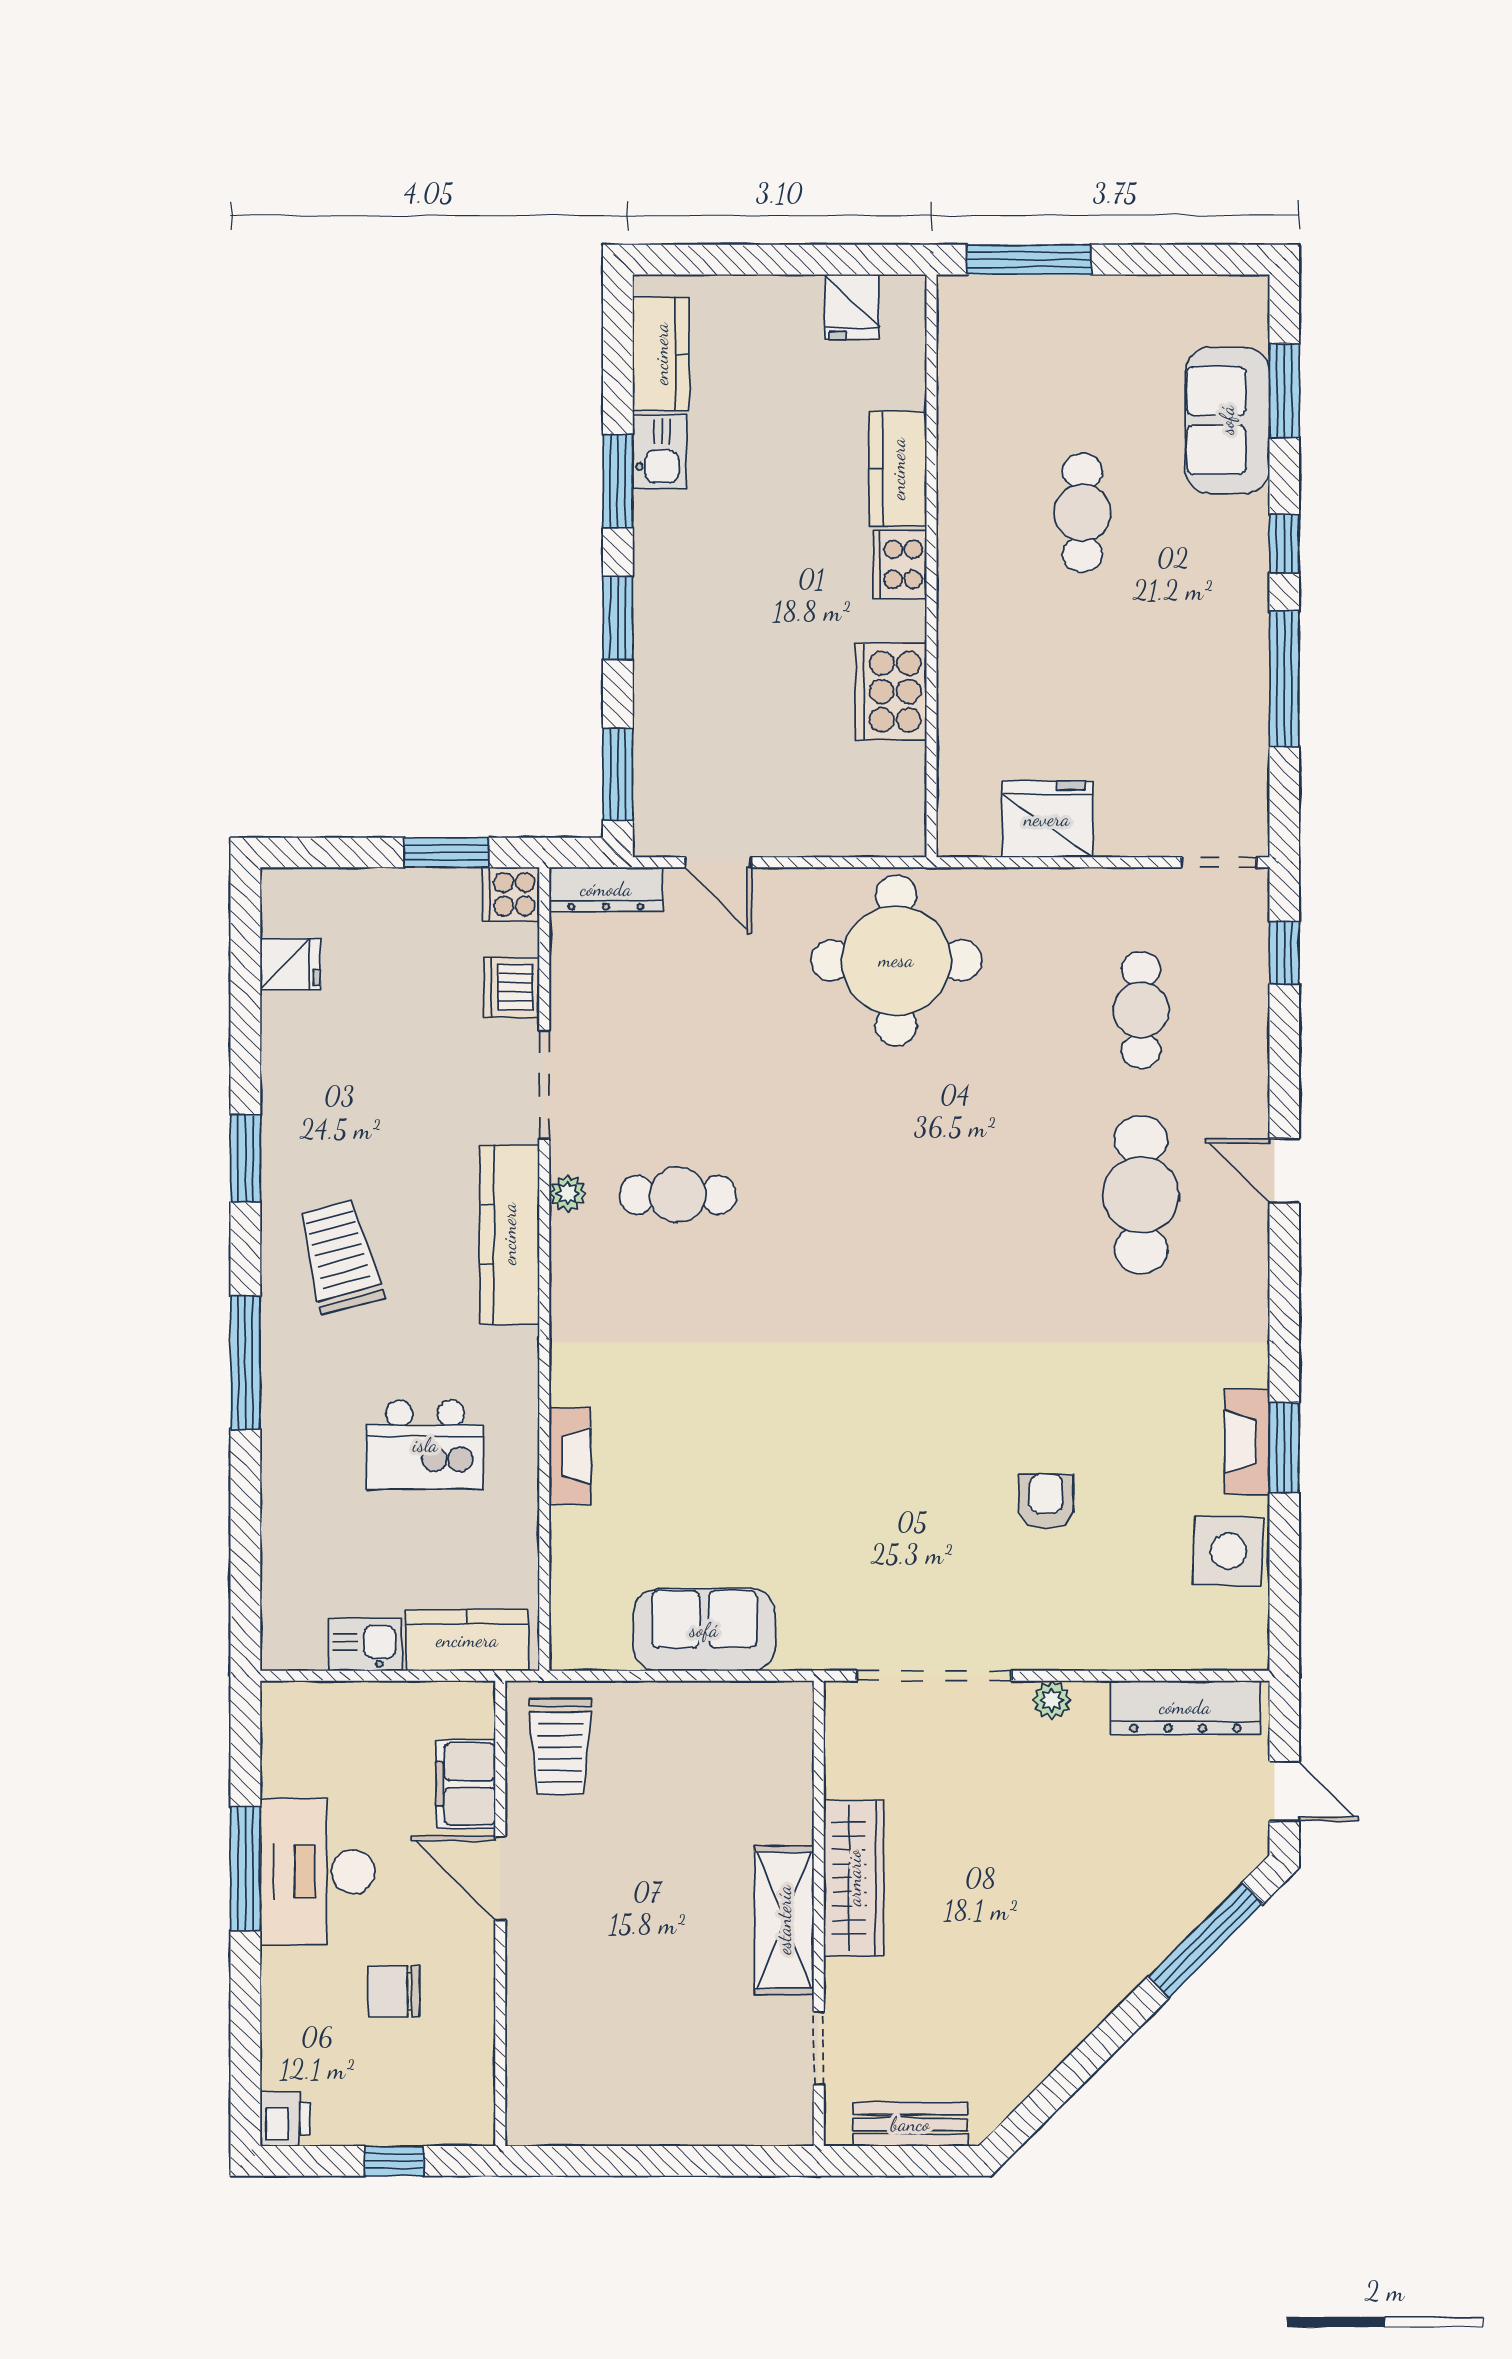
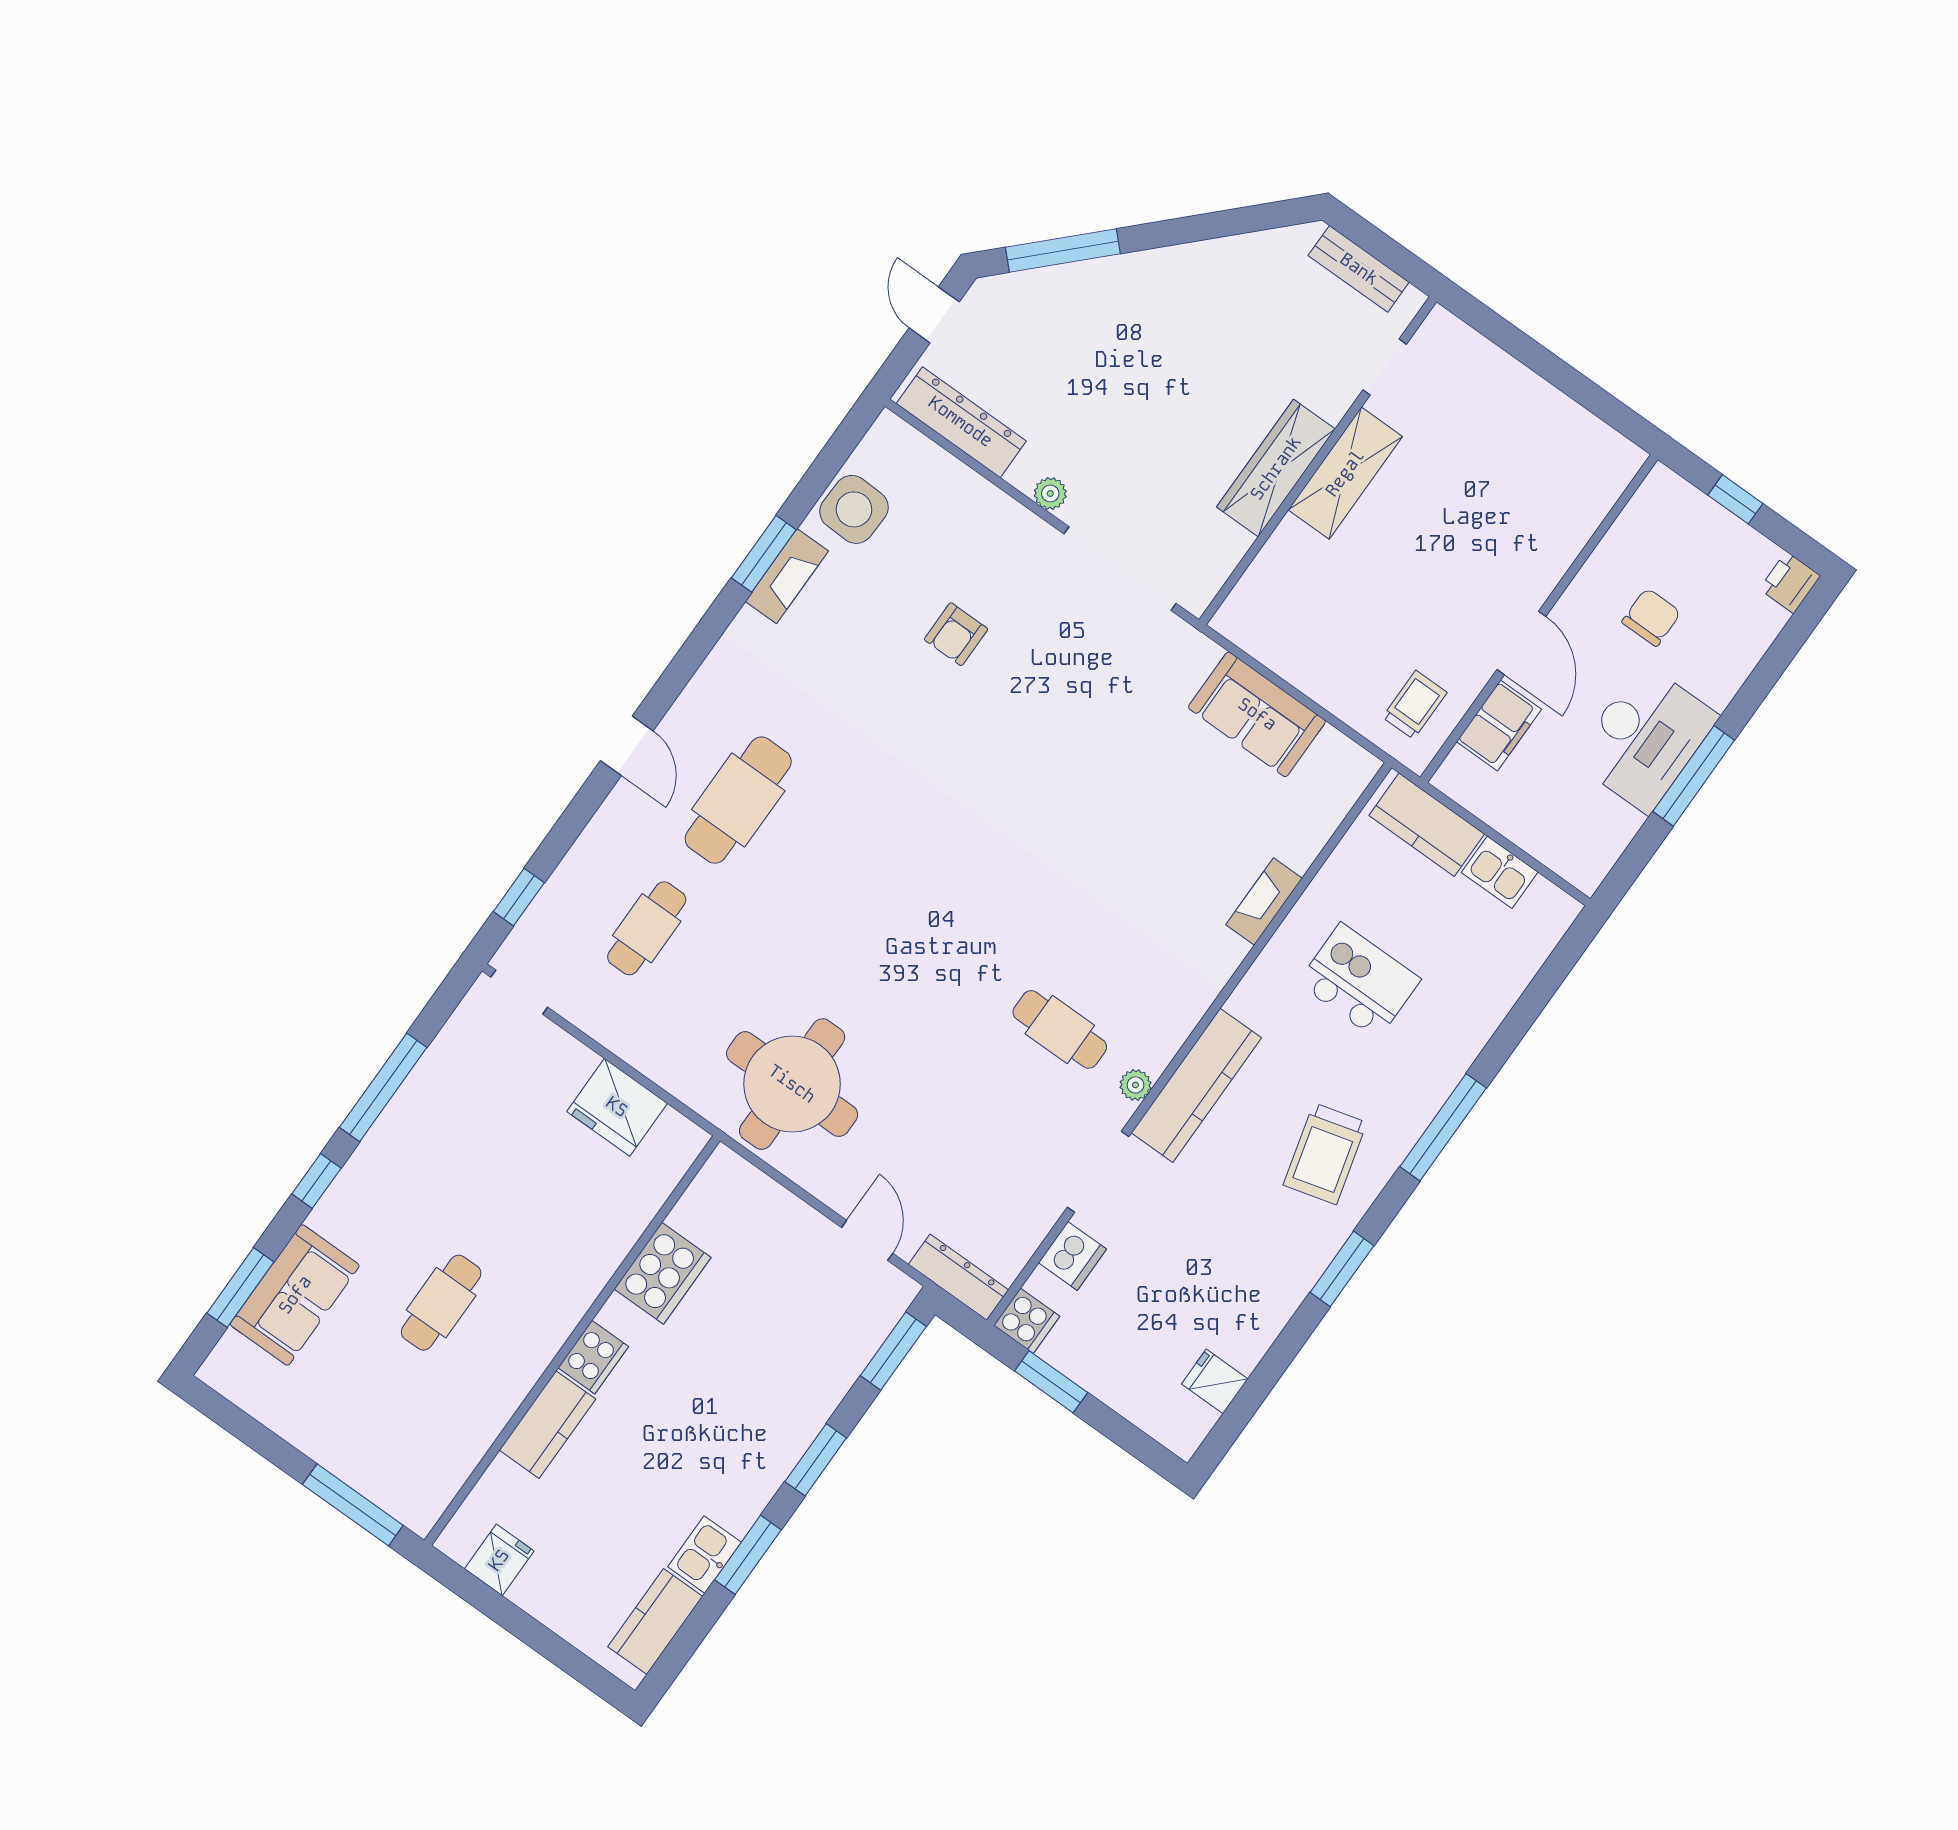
trolley: (560, 1746) -> (1415, 705), width x0.73, depth x0.72
chair: (394, 1991) -> (1651, 617), turned -90

